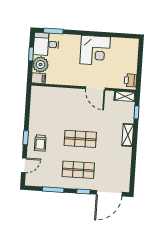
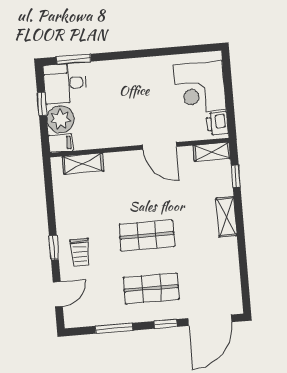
corner desk: (95, 50) -> (200, 87), moved, turned 90
shelving: (50, 92) -> (83, 164), added

